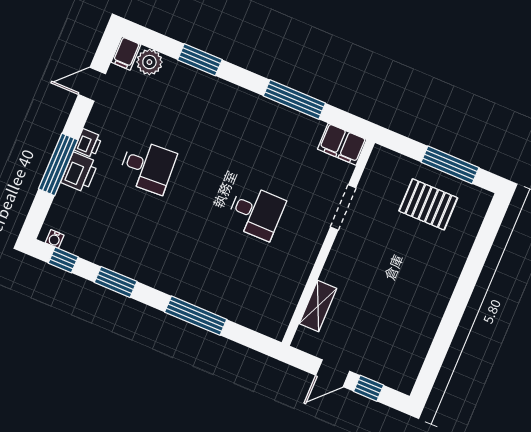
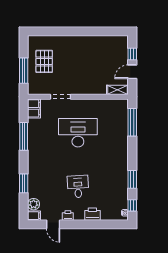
printer: (88, 143) -> (68, 216), moved
window: (58, 164) -> (93, 224), removed
window: (450, 165) -> (24, 71), moved
desk: (256, 212) -> (78, 133), width x1.87, depth x1.30
shelving: (318, 306) -> (117, 90), moved
window: (196, 316) -> (132, 122), moved
door: (333, 373) -> (132, 72), swing flipped

